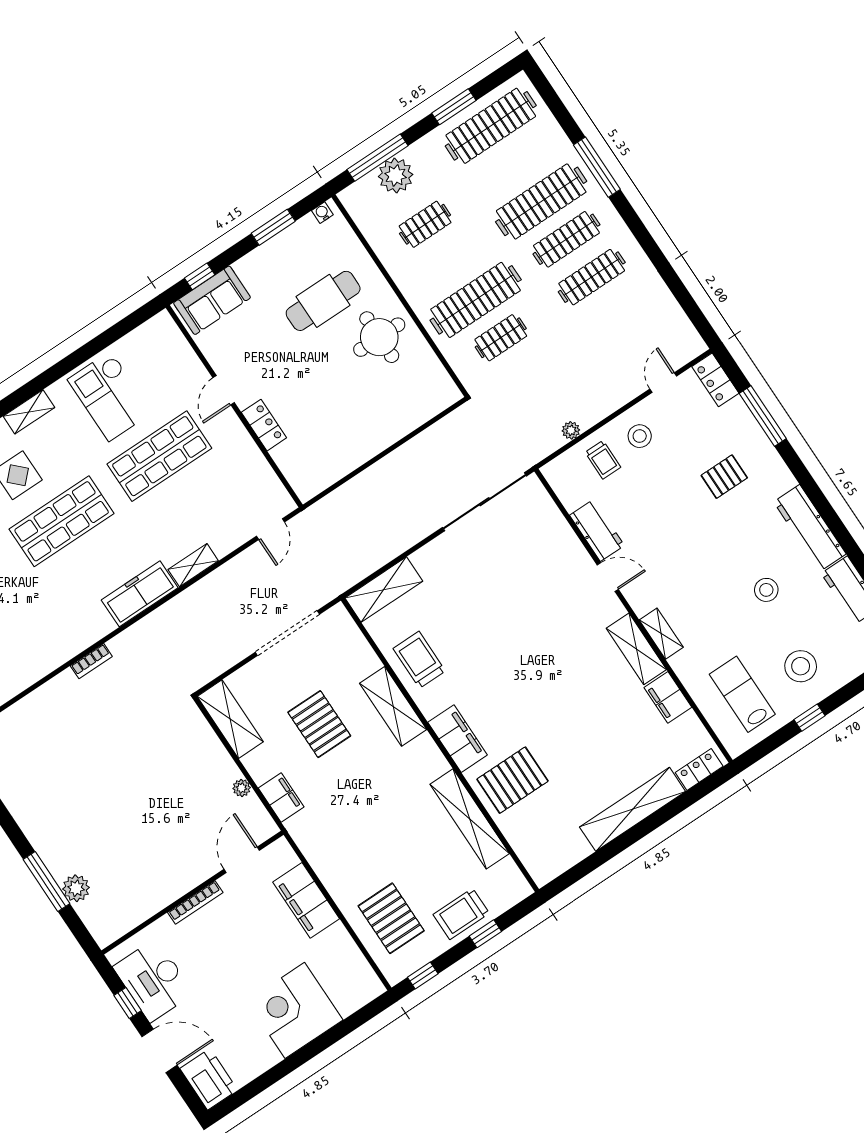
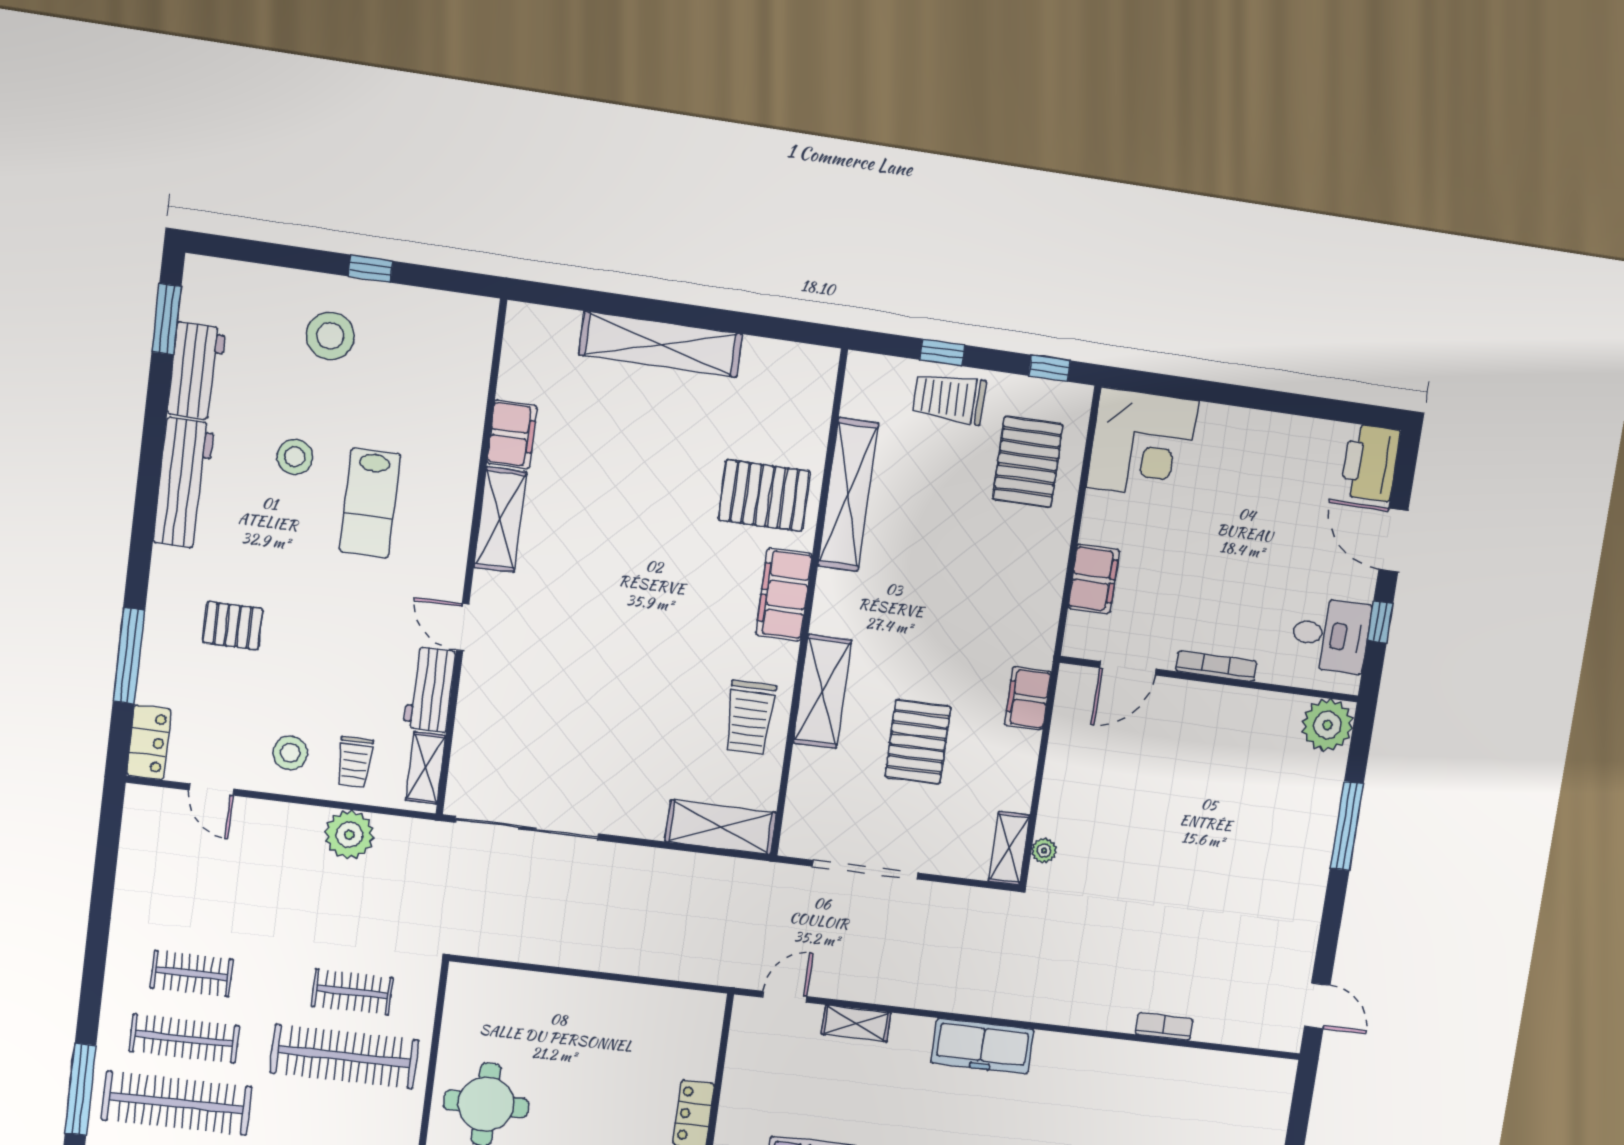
clothes rail: (592, 277) -> (192, 974), width x0.73
door: (663, 383) -> (211, 790), hinge flipped
plant: (571, 430) -> (349, 835), width x1.88, depth x1.88
trolley: (603, 460) -> (355, 762), turned 180
shelving: (193, 565) -> (856, 1023), moved
shelving: (661, 634) -> (425, 768), moved
bookcase: (91, 661) -> (1164, 1026), moved
lab bench: (742, 694) -> (370, 503), moved
shelving: (230, 719) -> (1009, 848), width x0.67, depth x0.75
locker: (699, 769) -> (547, 322), removed
plant: (242, 788) -> (1044, 851), moved
plant: (76, 888) -> (1327, 725), moved, width x1.36, depth x1.36
filing cabinet: (306, 900) -> (1094, 579), width x0.67, depth x0.86
trolley: (461, 914) -> (949, 398), turned 180
desk: (153, 980) -> (1330, 635), width x0.73
corner desk: (295, 1010) -> (1142, 444), moved

